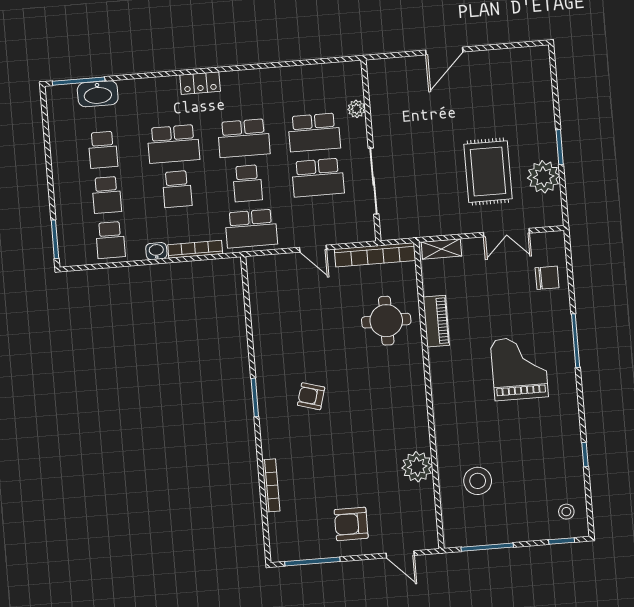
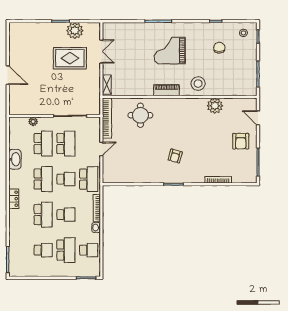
washbasin: (98, 94) -> (15, 159), moved
school desk: (107, 195) -> (66, 250), width x1.85
chair: (547, 278) -> (219, 48), moved
piano: (436, 321) -> (167, 90), moved
stool: (478, 481) -> (198, 84), moved
door: (400, 554) -> (258, 118), swing flipped

